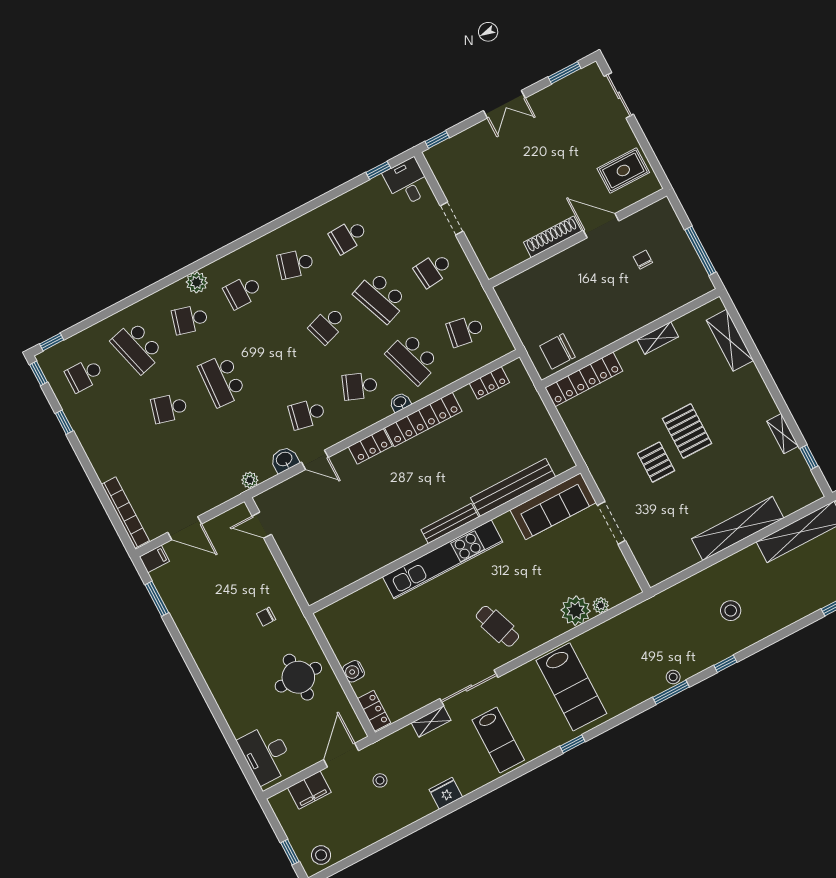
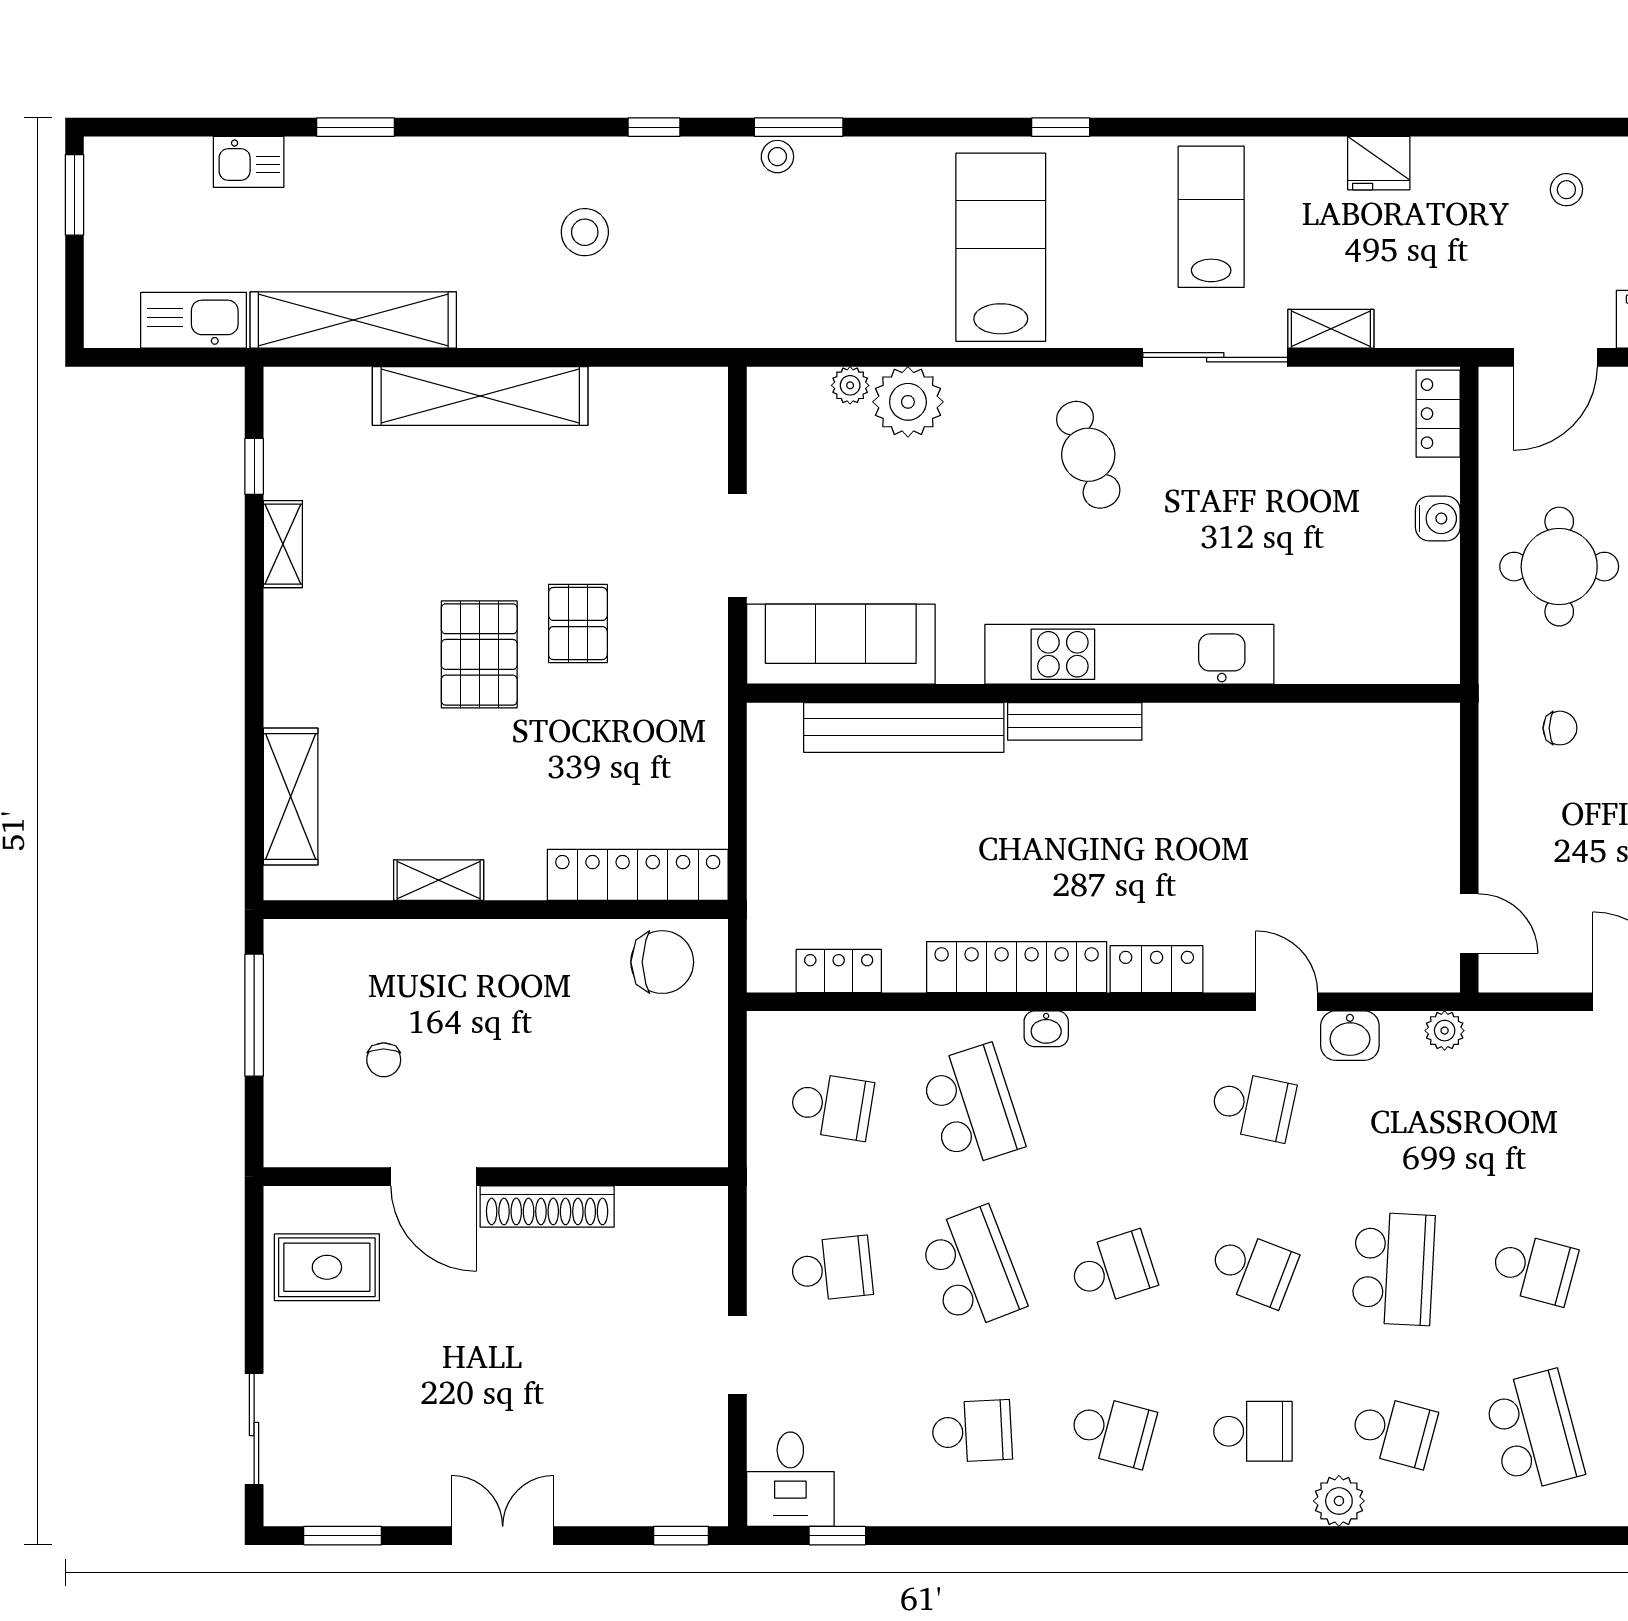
school desk: (360, 386) -> (1253, 1269), moved
stool: (380, 780) -> (1566, 190), moved

